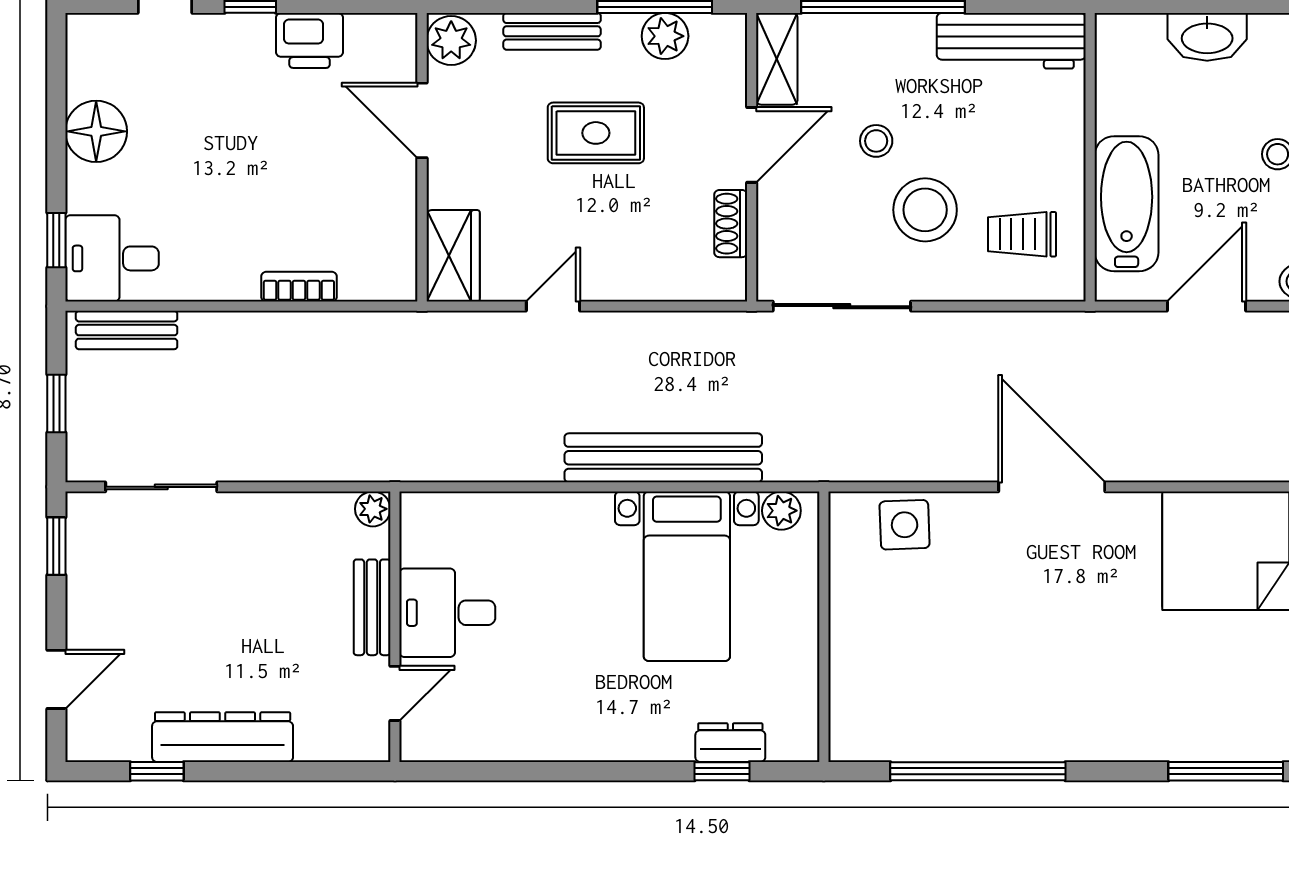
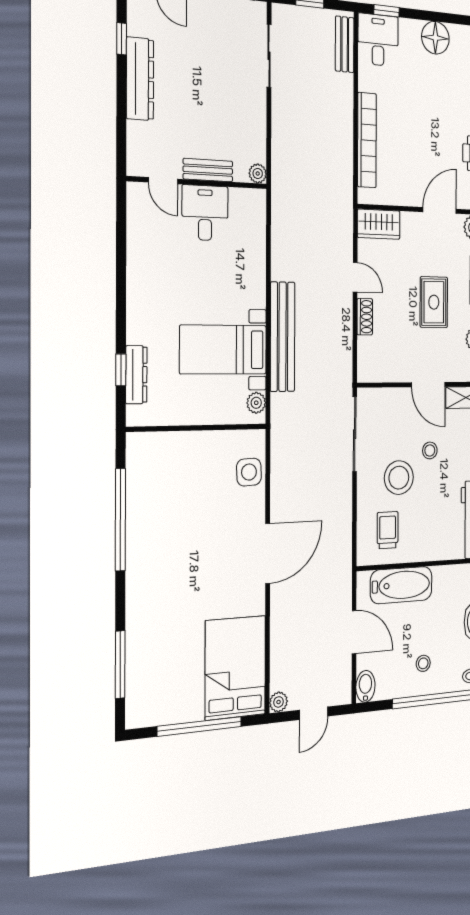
shoe rack: (731, 224) -> (365, 317), moved, turned 90
bookcase: (299, 287) -> (367, 140), width x2.31, depth x1.31
dresser: (730, 743) -> (136, 375), width x1.44

